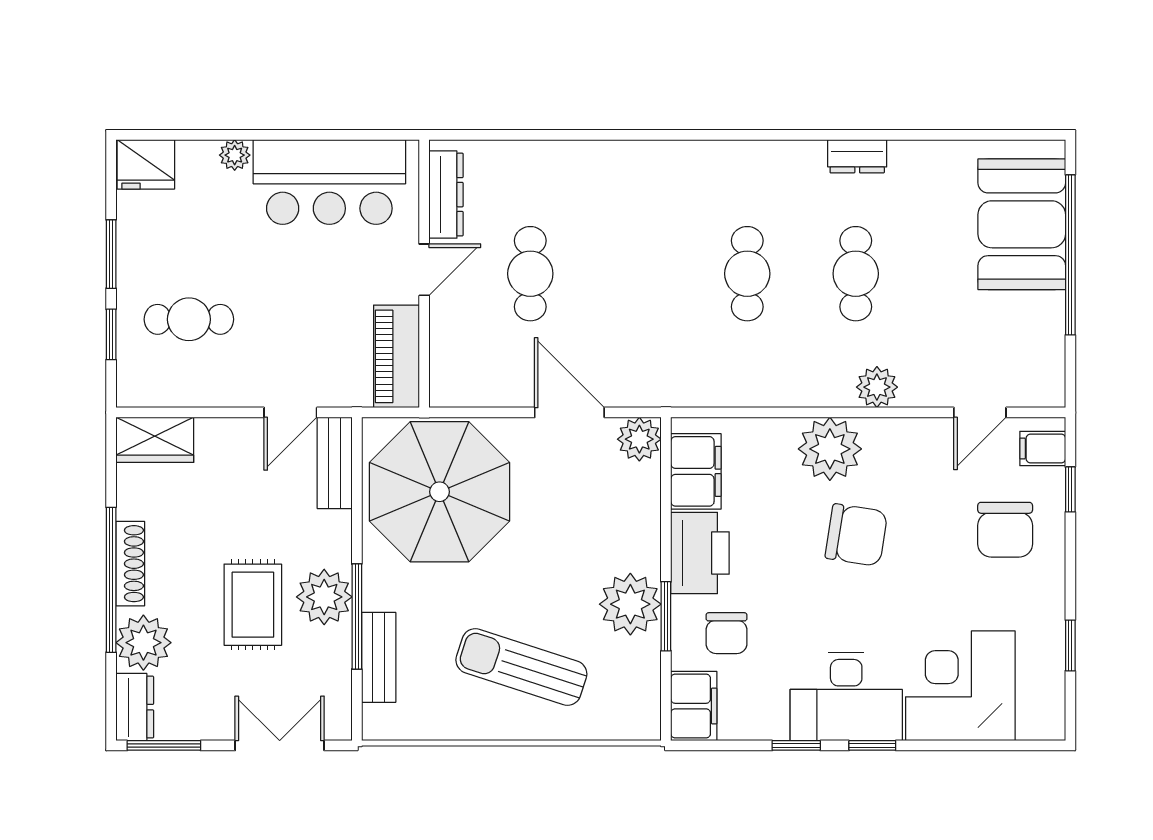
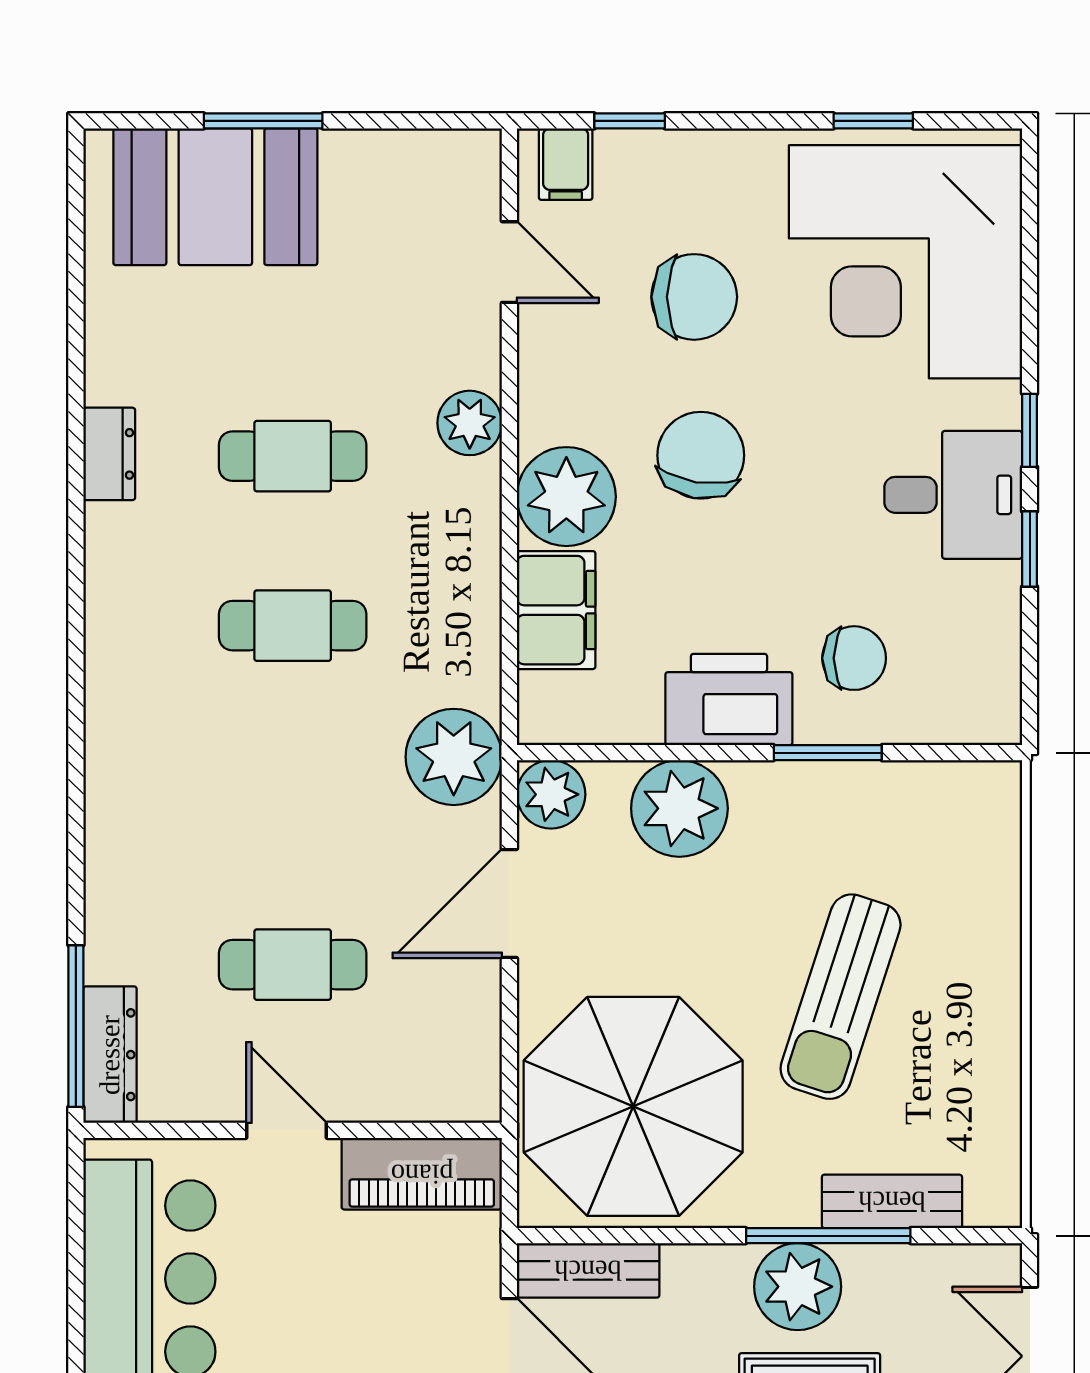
window: (491, 135) -> (76, 1026), added
dresser: (446, 195) -> (110, 1055), moved, turned 90
window: (1070, 255) -> (263, 121), width x0.47
plant: (663, 377) -> (454, 757), added
filing cabinet: (696, 471) -> (556, 610), moved, turned 90
chair: (1005, 530) -> (694, 297), moved
plant: (630, 604) -> (679, 808), moved
sun lounger: (521, 667) -> (841, 997), moved
corner desk: (960, 686) -> (906, 262), width x1.36, depth x1.36
desk: (846, 697) -> (953, 495), width x0.73
filing cabinet: (694, 706) -> (968, 709), removed

